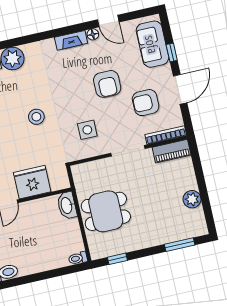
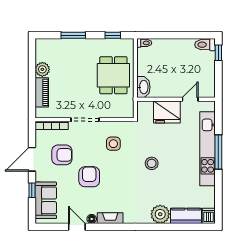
piano: (172, 151) -> (42, 92), moved, turned 90
dining table: (106, 211) -> (113, 75), turned 90
window: (180, 245) -> (73, 35), moved

